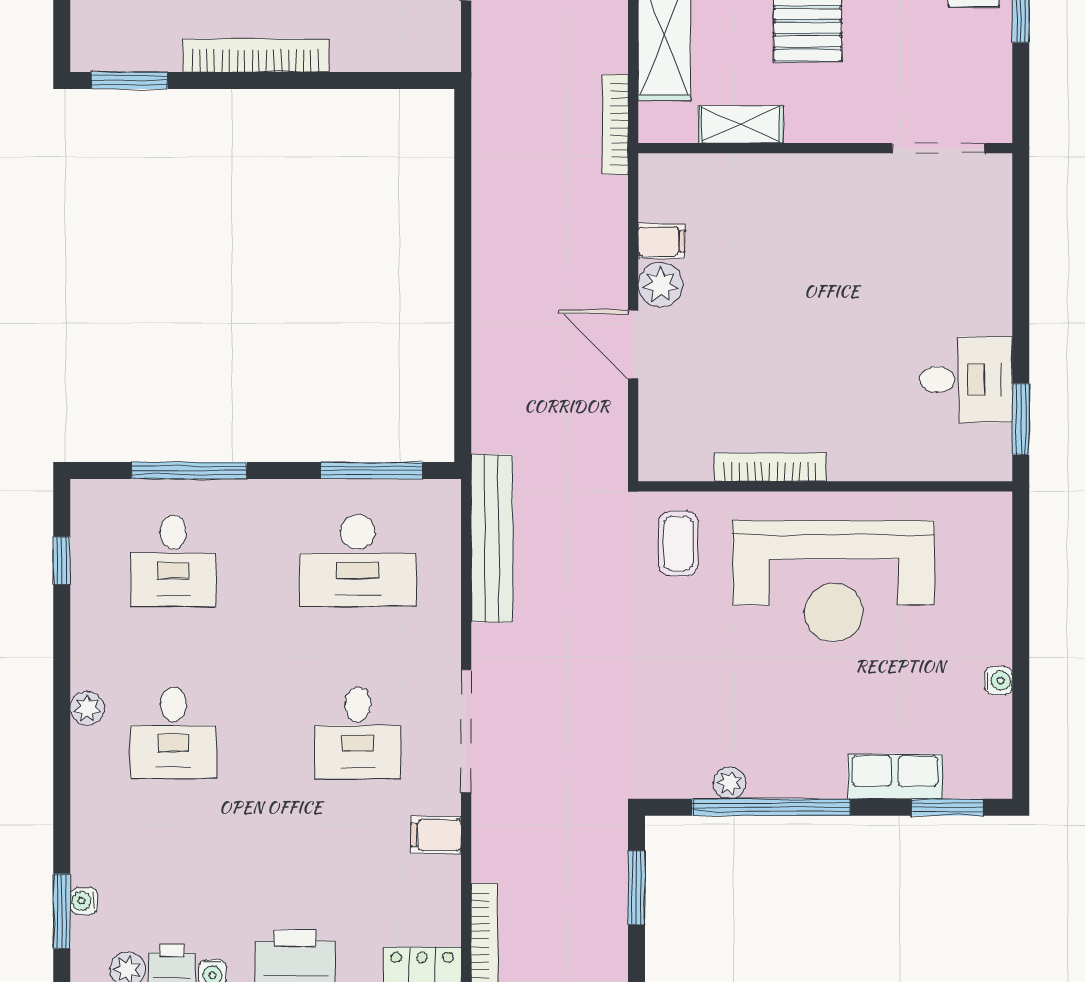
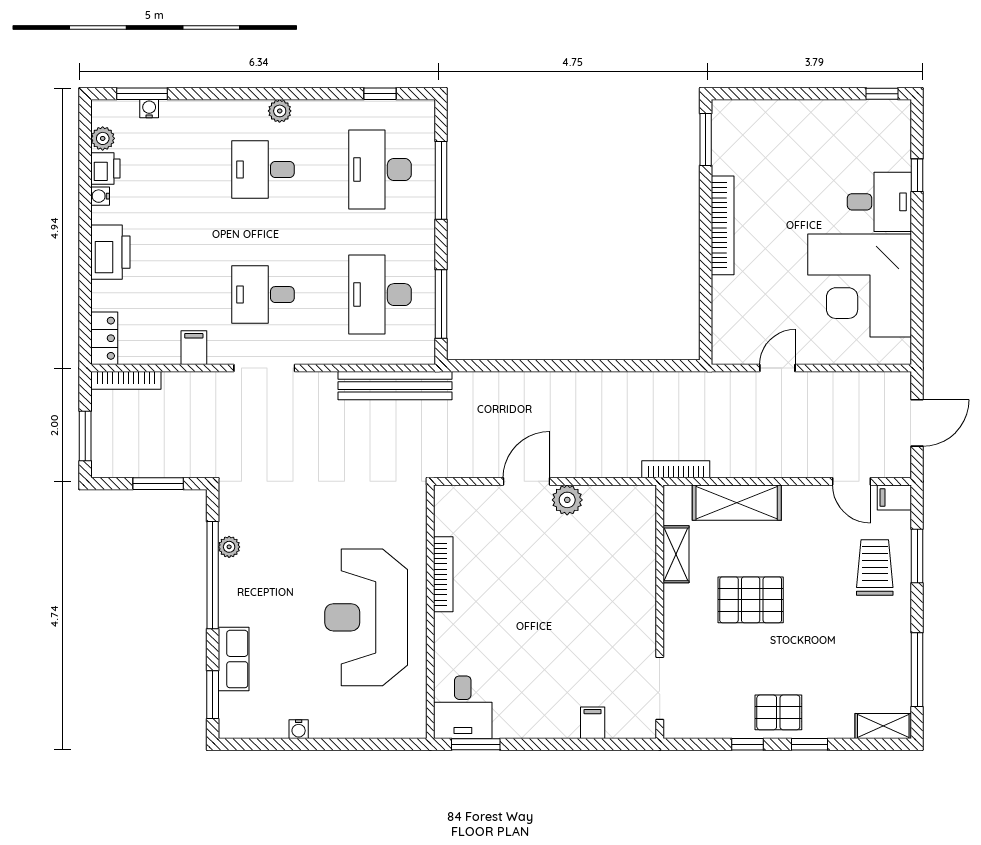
filing cabinet: (662, 241) -> (593, 723), moved, turned 180
desk: (966, 379) -> (463, 707), moved
coffee table: (678, 544) -> (391, 512), removed
desk: (173, 560) -> (380, 170), width x1.37
doorway: (466, 731) -> (264, 368), width x0.73

